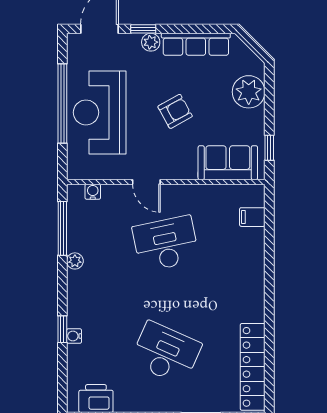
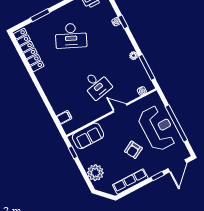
plant: (151, 42) -> (151, 172), removed
armchair: (175, 111) -> (133, 150), moved
desk: (166, 244) -> (97, 85), width x0.73

